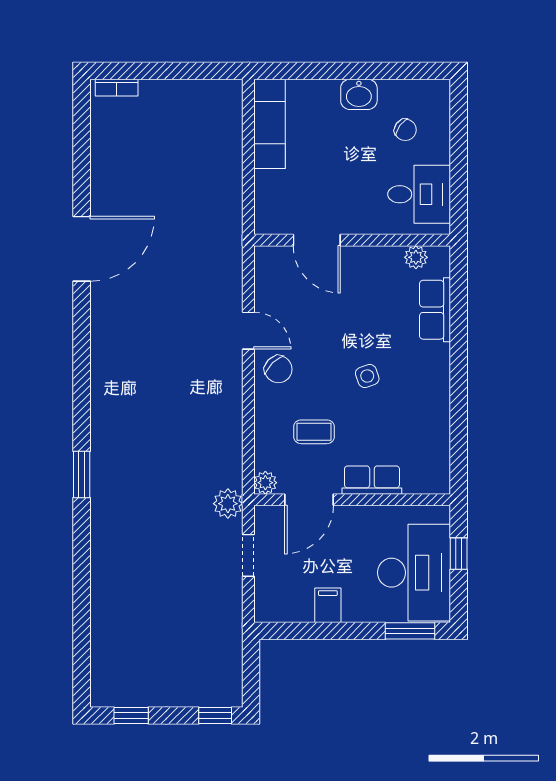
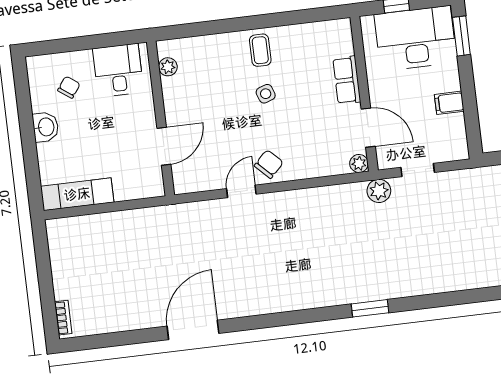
door: (82, 249) -> (193, 330), hinge flipped
row of seats: (435, 310) -> (207, 47), removed
coffee table: (314, 432) -> (260, 50), moved

